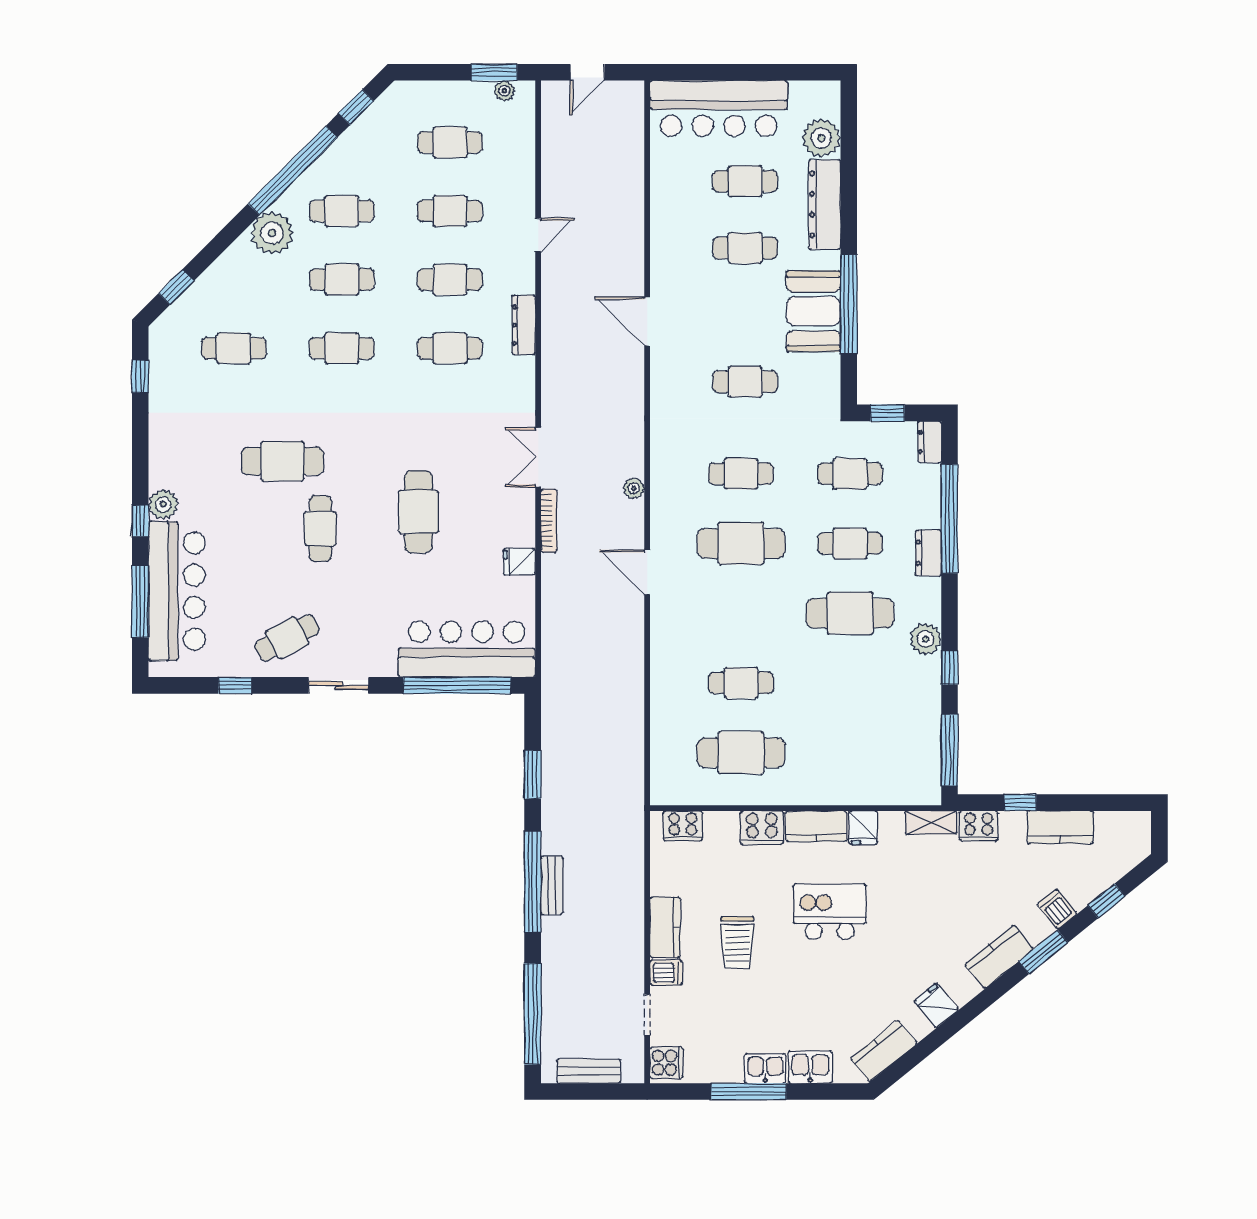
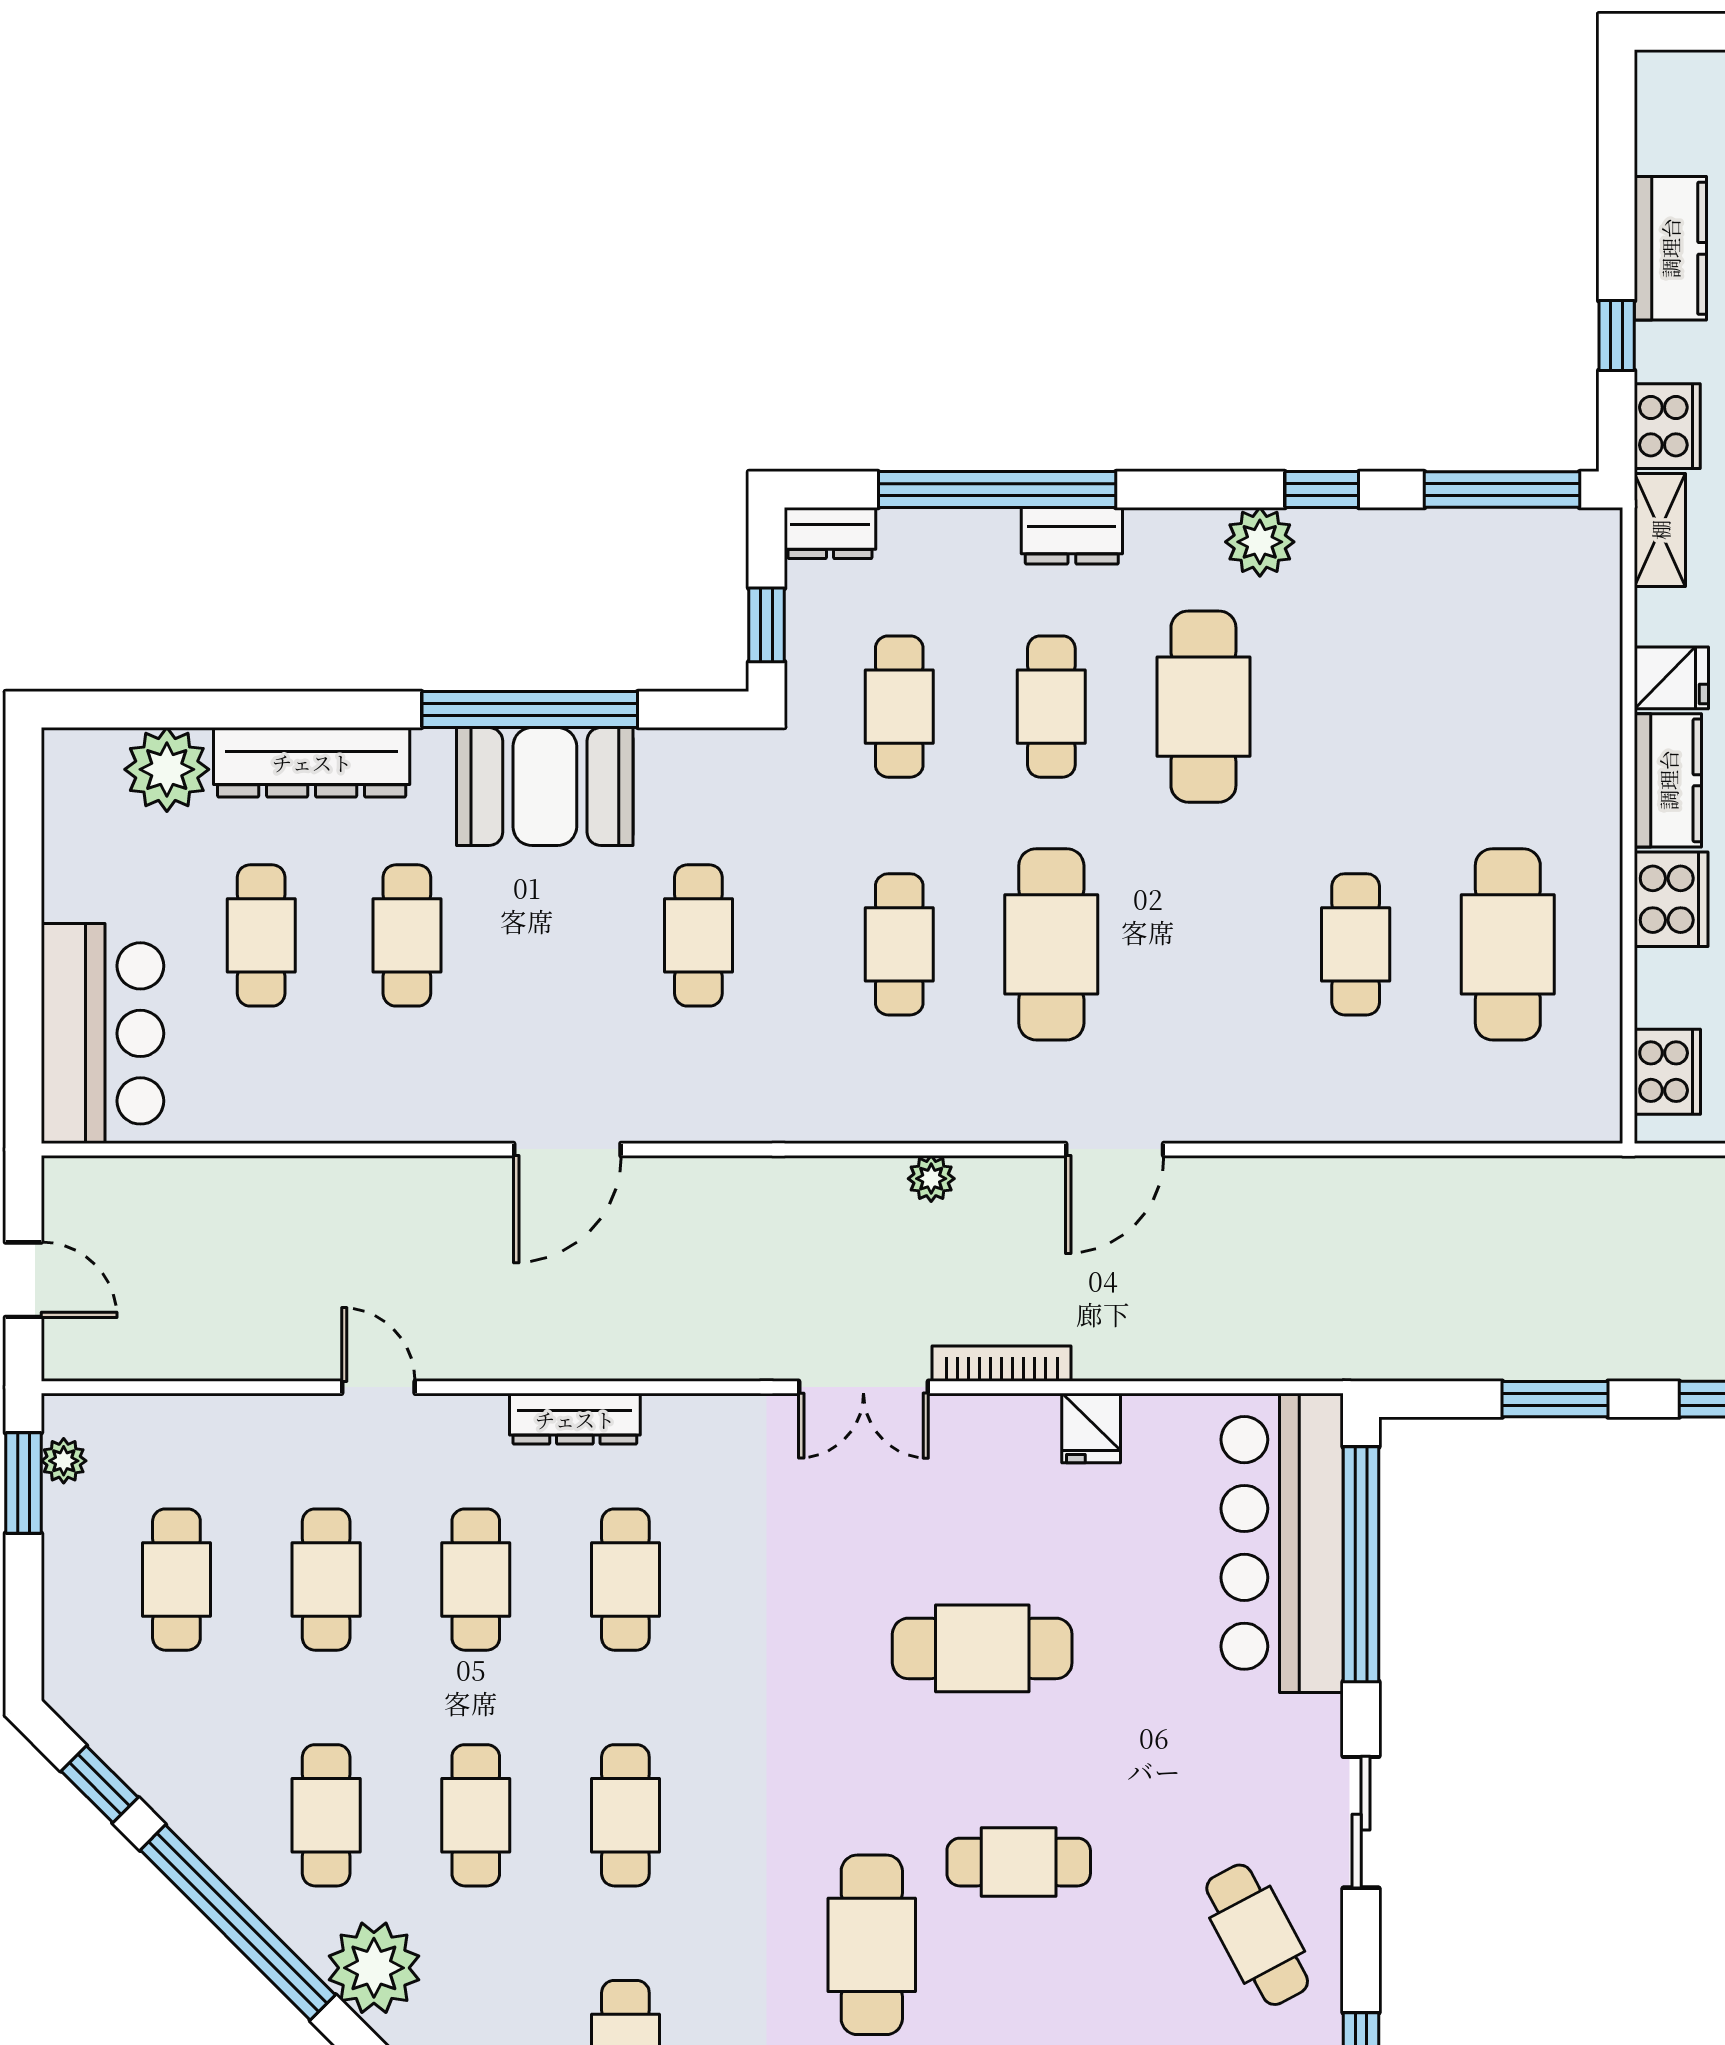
bar counter: (719, 108) -> (102, 1033), width x0.73

